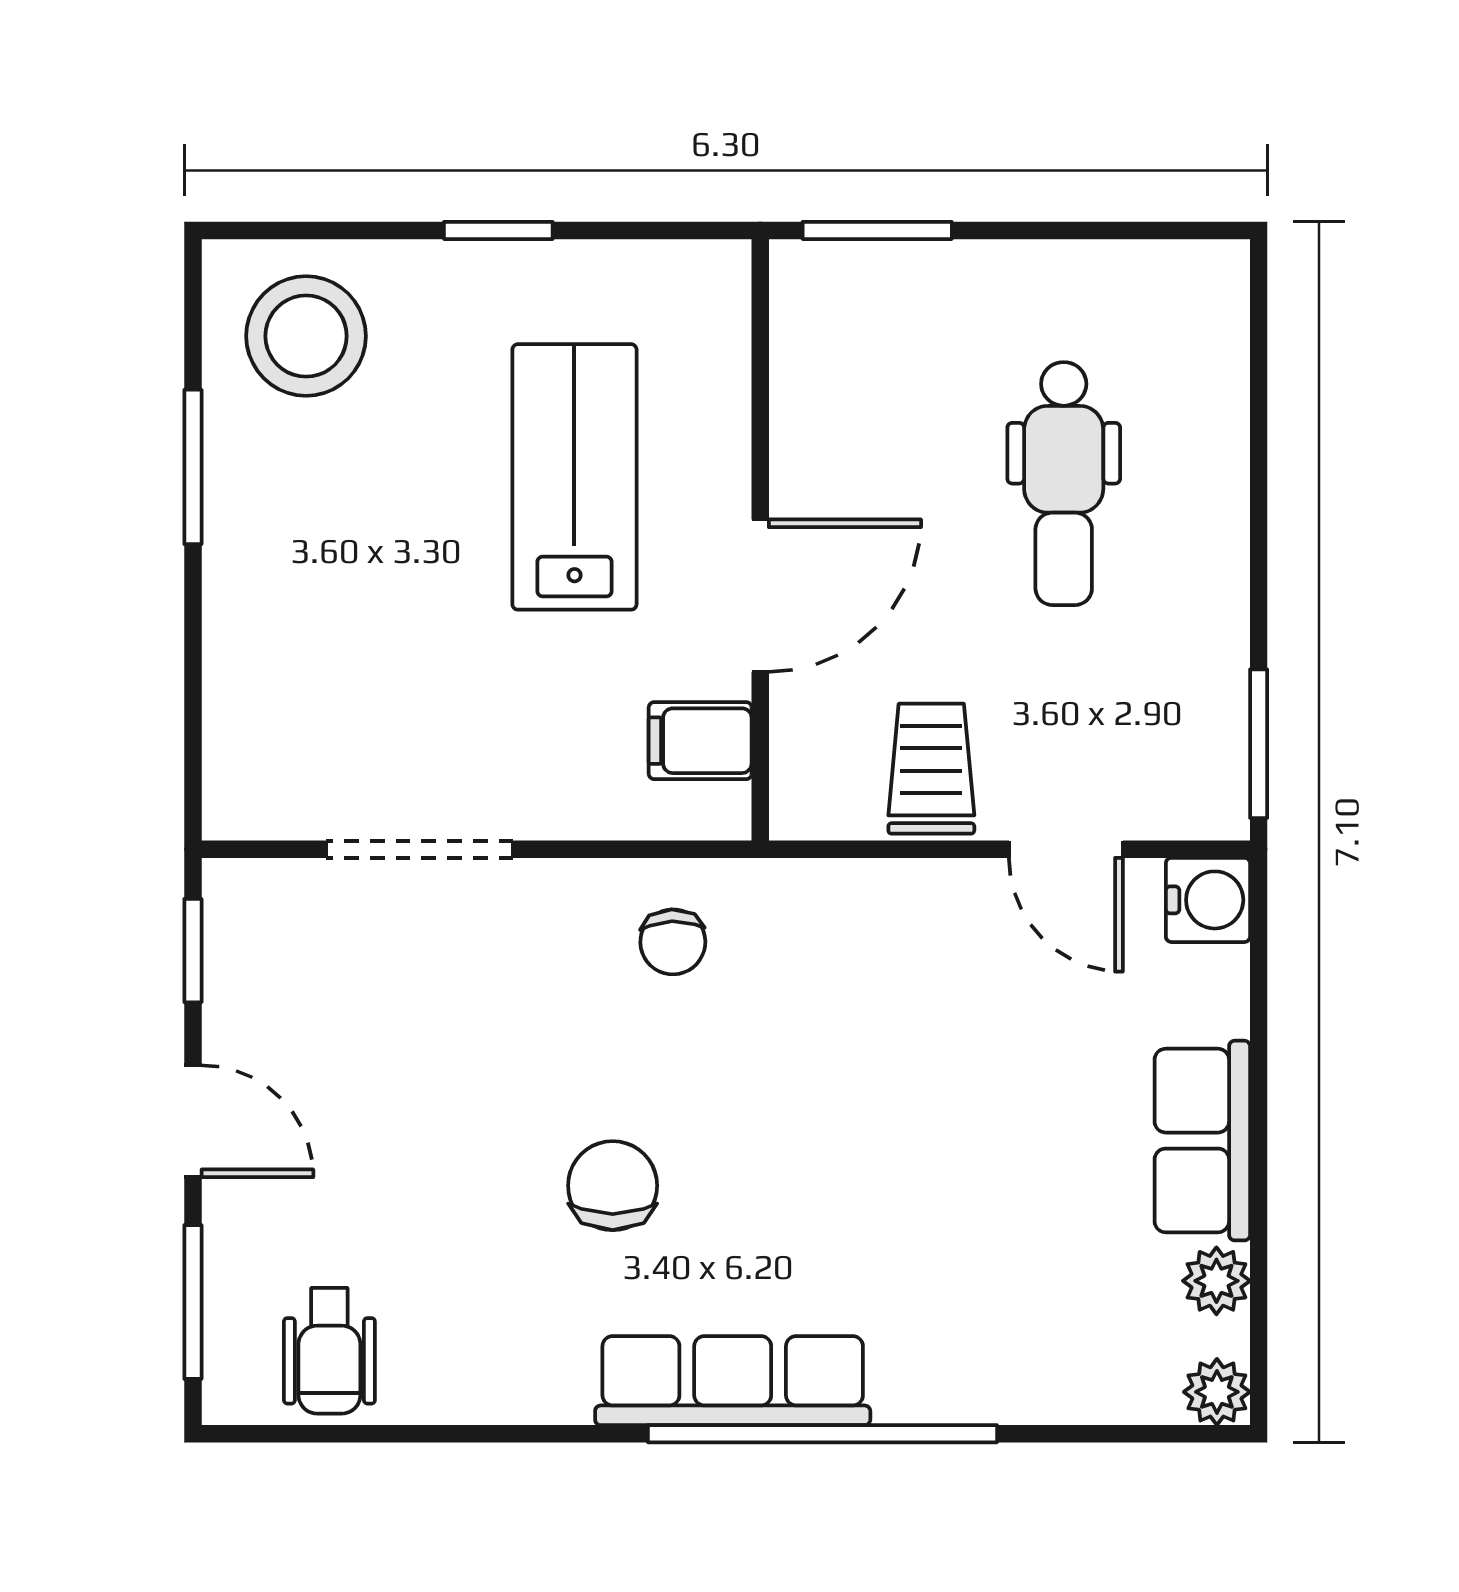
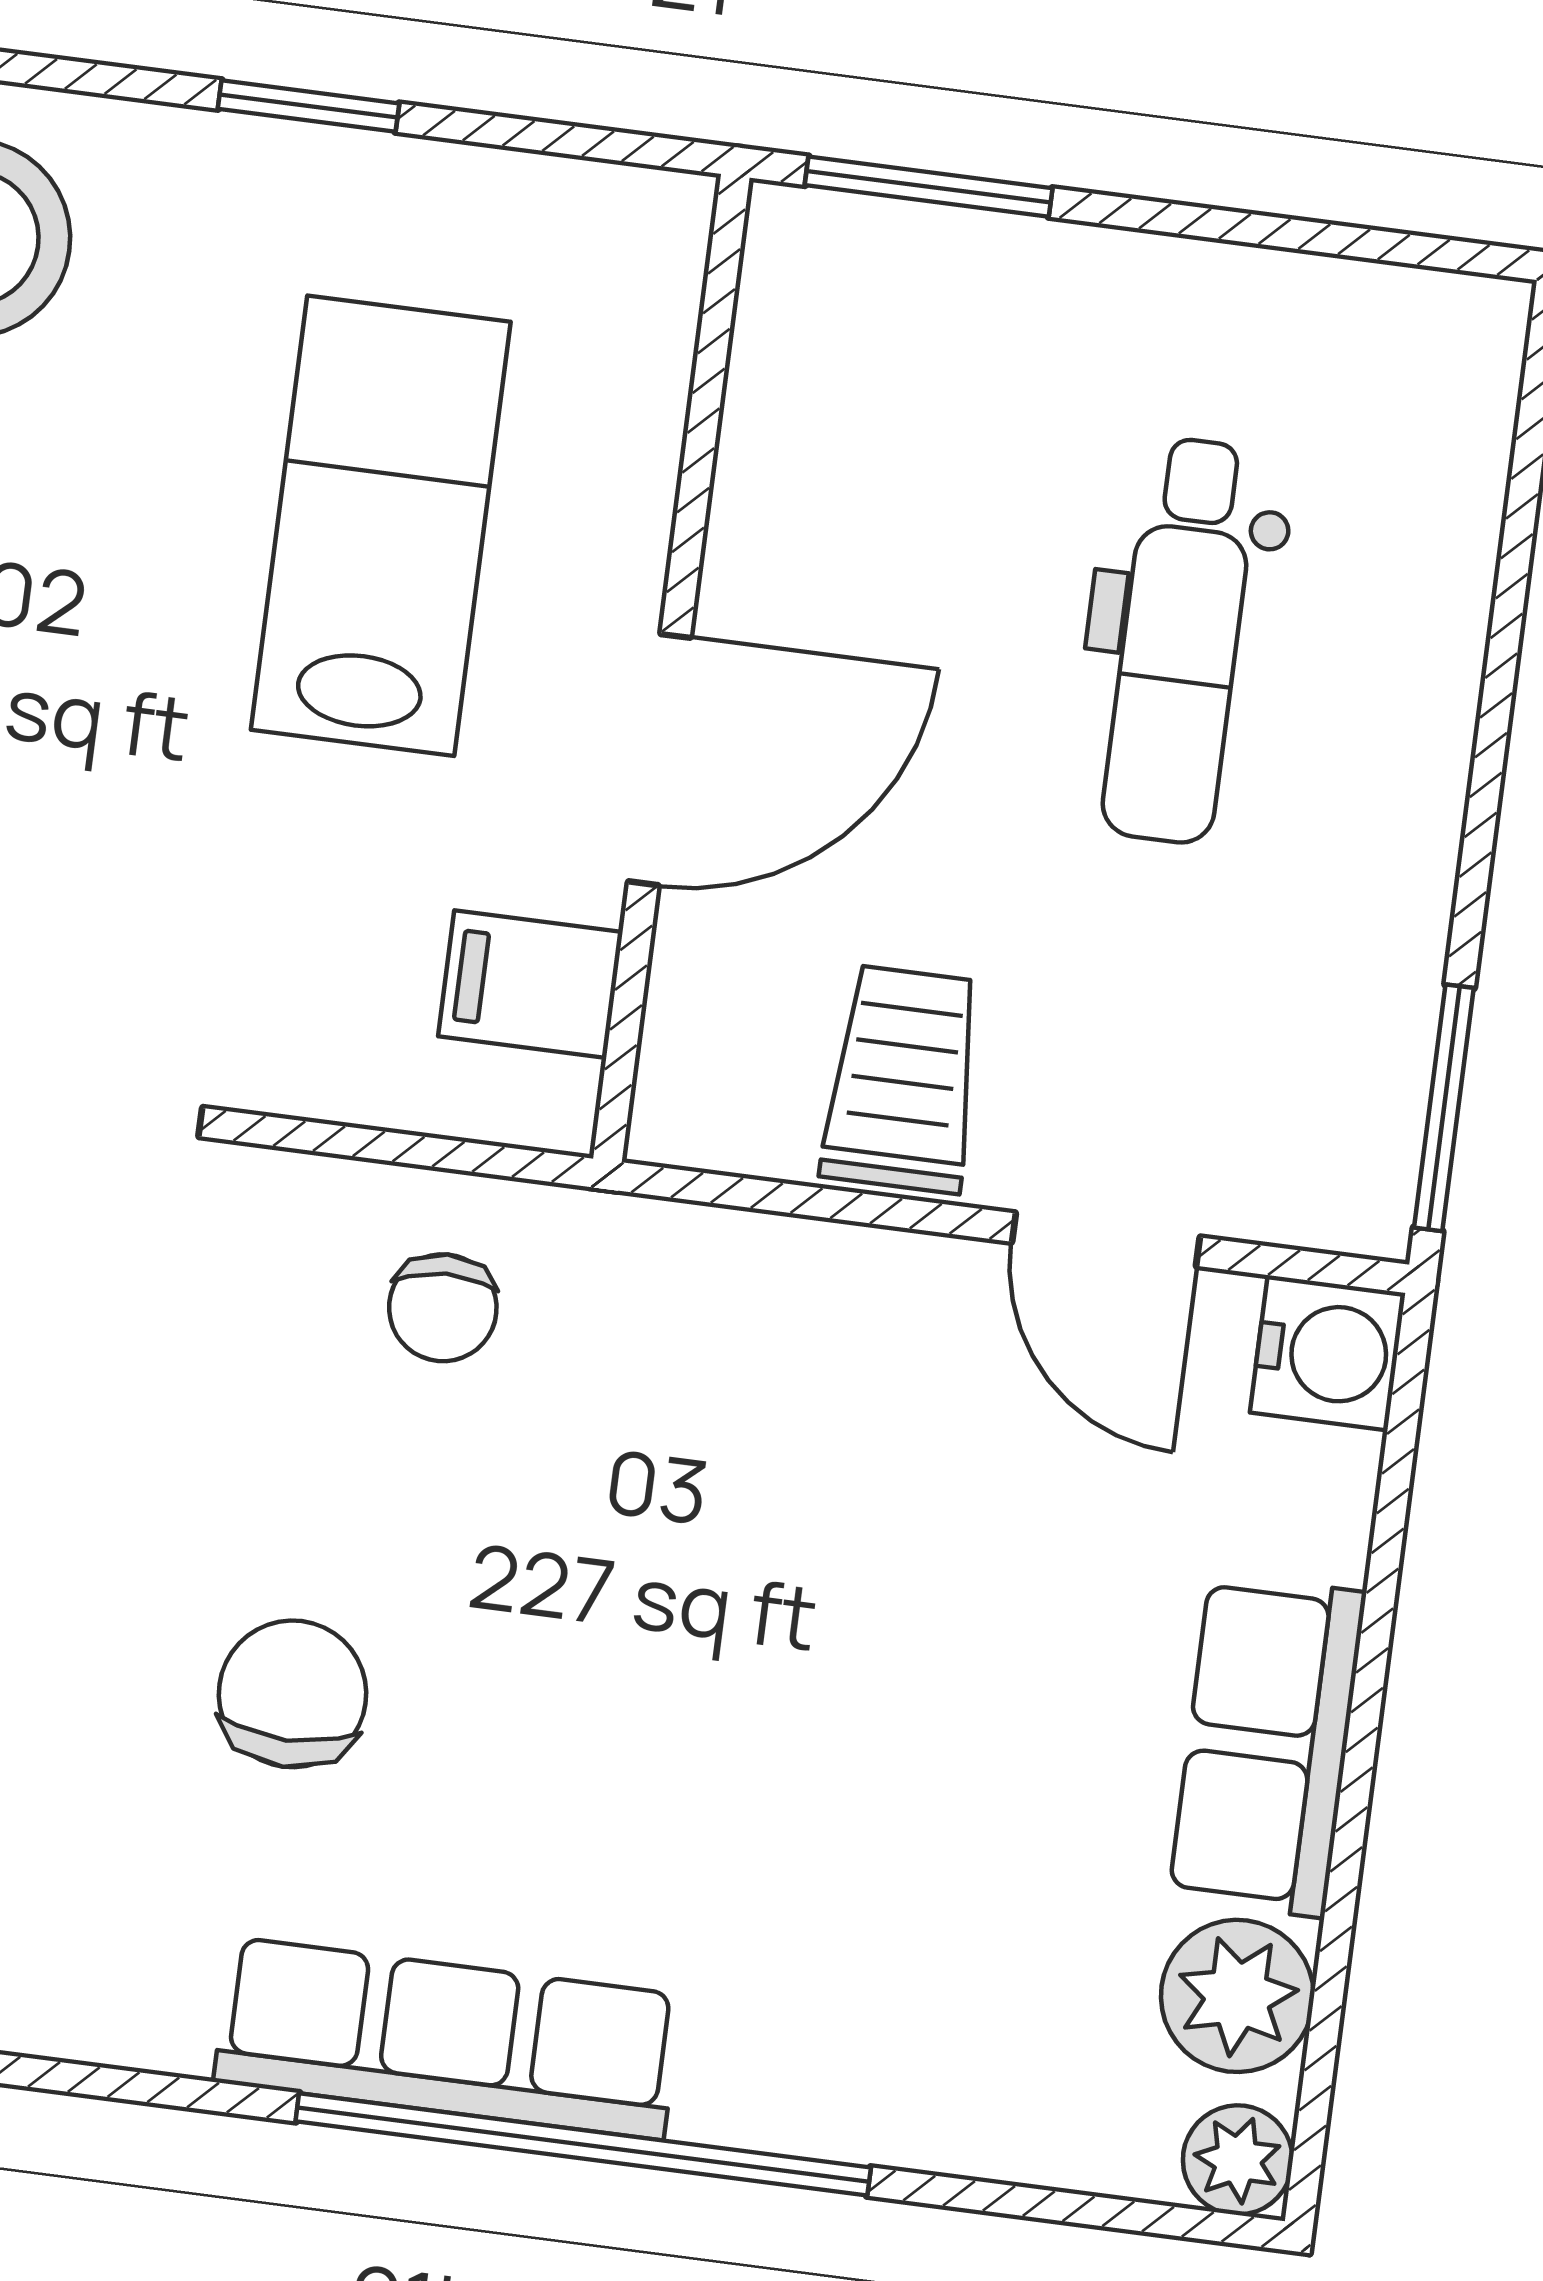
plant: (1216, 1281) -> (1237, 1996), width x1.38, depth x1.38

